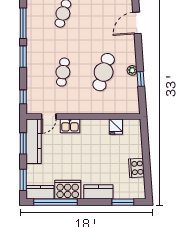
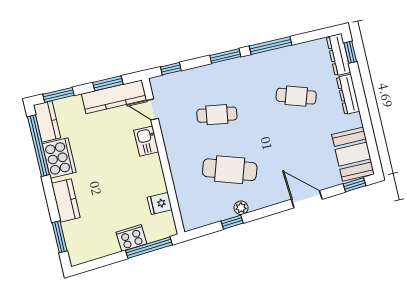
window: (145, 141) -> (149, 248), added
cooker: (136, 168) -> (131, 238), moved

